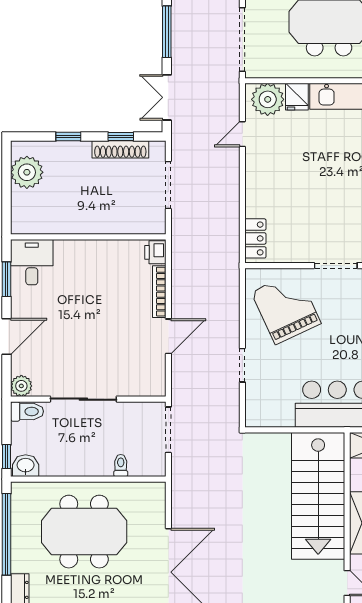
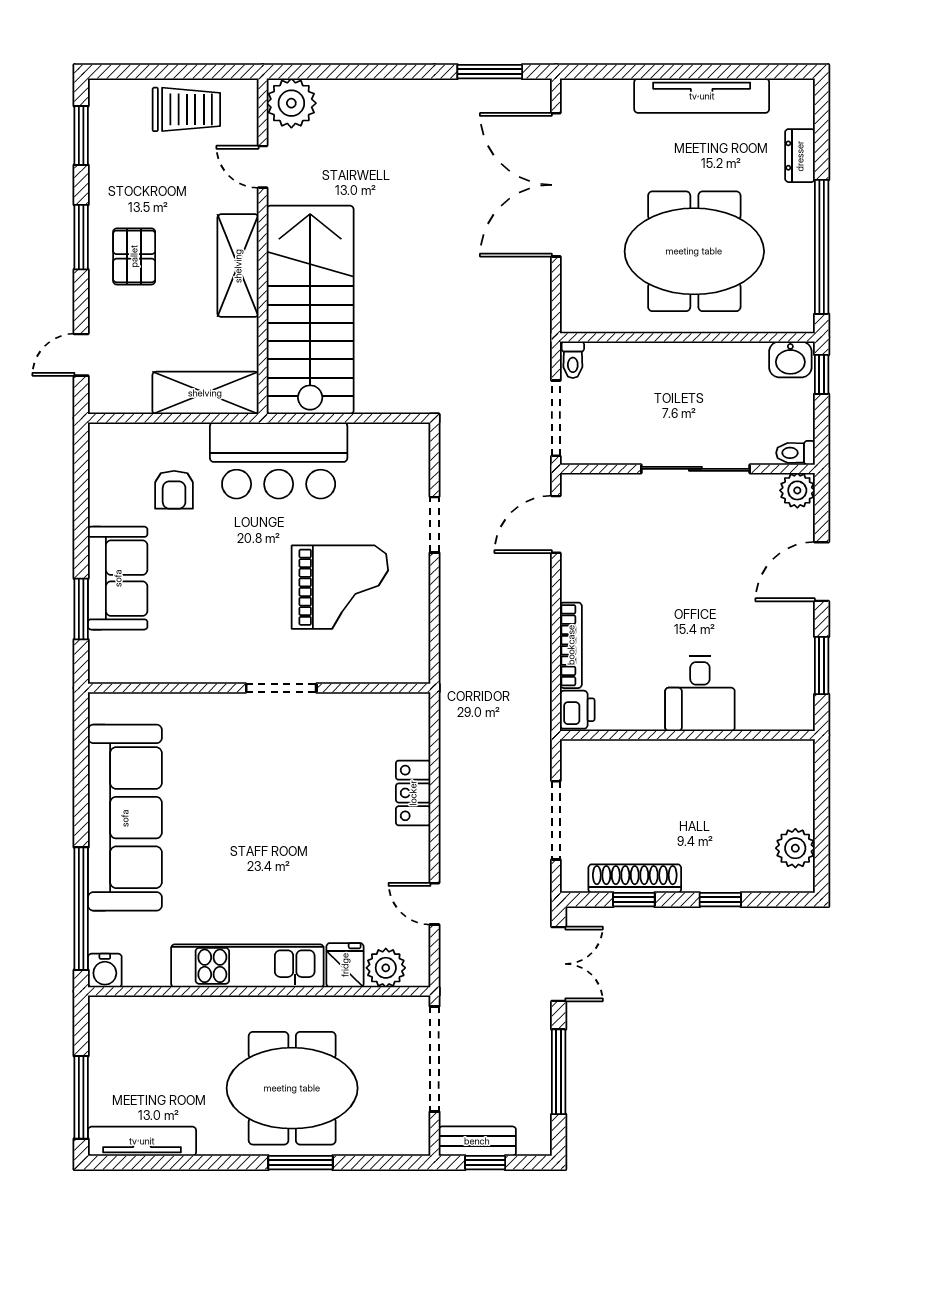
plant: (268, 99) -> (386, 968), width x0.73, depth x0.73
door: (242, 134) -> (435, 904), swing flipped
plant: (27, 172) -> (795, 848), width x0.73, depth x0.73
locker: (255, 238) -> (413, 793), moved
desk: (32, 262) -> (700, 694), moved
grand piano: (286, 308) -> (340, 587), moved, turned -65
door: (168, 336) -> (556, 524), moved
toilet: (27, 411) -> (795, 453), width x0.73, depth x0.72
toilet: (121, 466) -> (573, 360), moved

